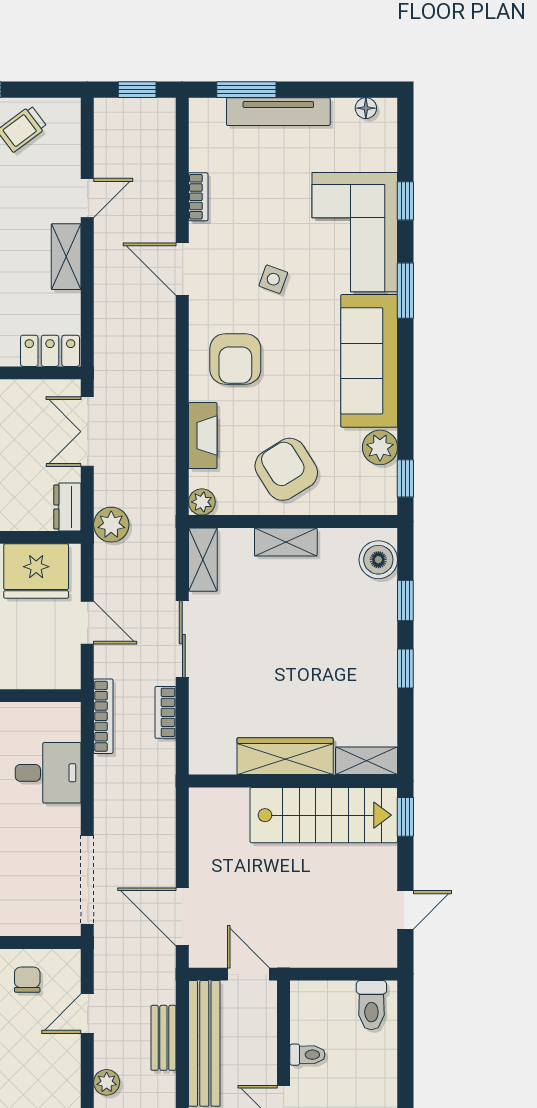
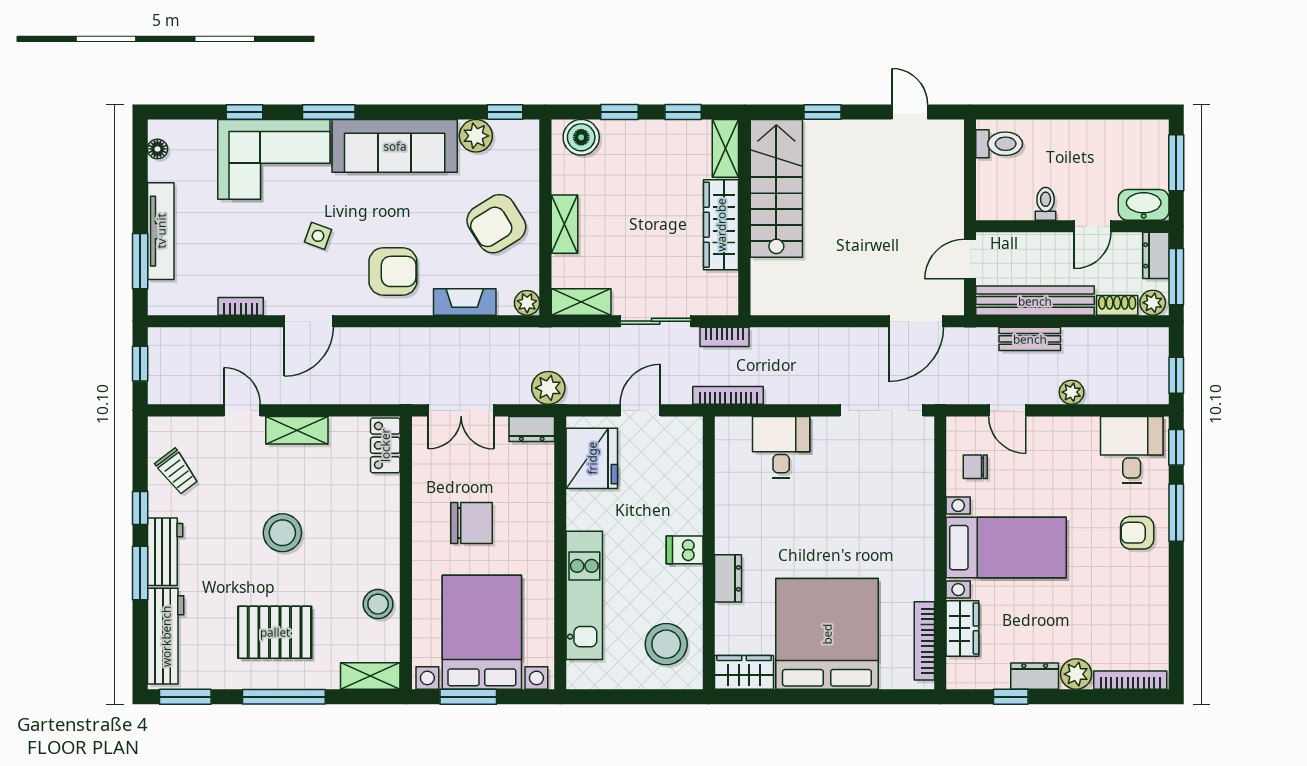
wardrobe: (285, 756) -> (721, 225), moved
shelving: (367, 761) -> (725, 148), moved
wall: (293, 781) -> (744, 217), moved
stairs: (324, 815) -> (776, 188), moved

